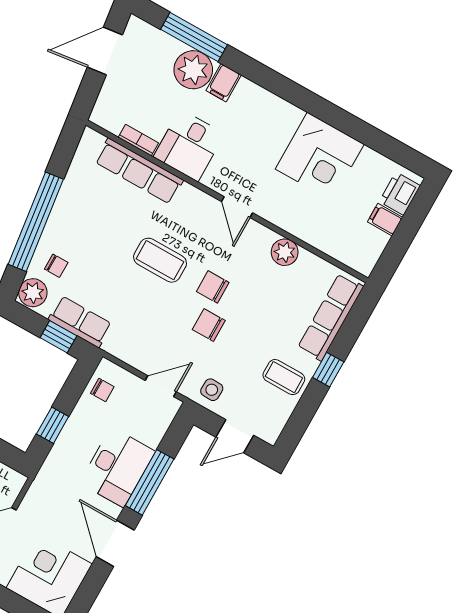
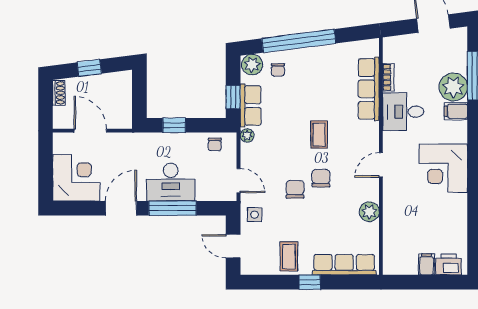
corner desk: (320, 157) -> (443, 168), moved
coffee table: (160, 260) -> (319, 135), width x0.73, depth x0.77
plant: (113, 346) -> (247, 135), added

